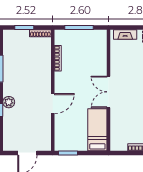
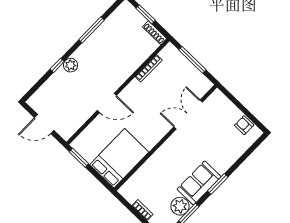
fireplace: (125, 35) -> (226, 104), removed
double door: (109, 92) -> (188, 115), moved
bed: (97, 130) -> (119, 158), width x1.50

